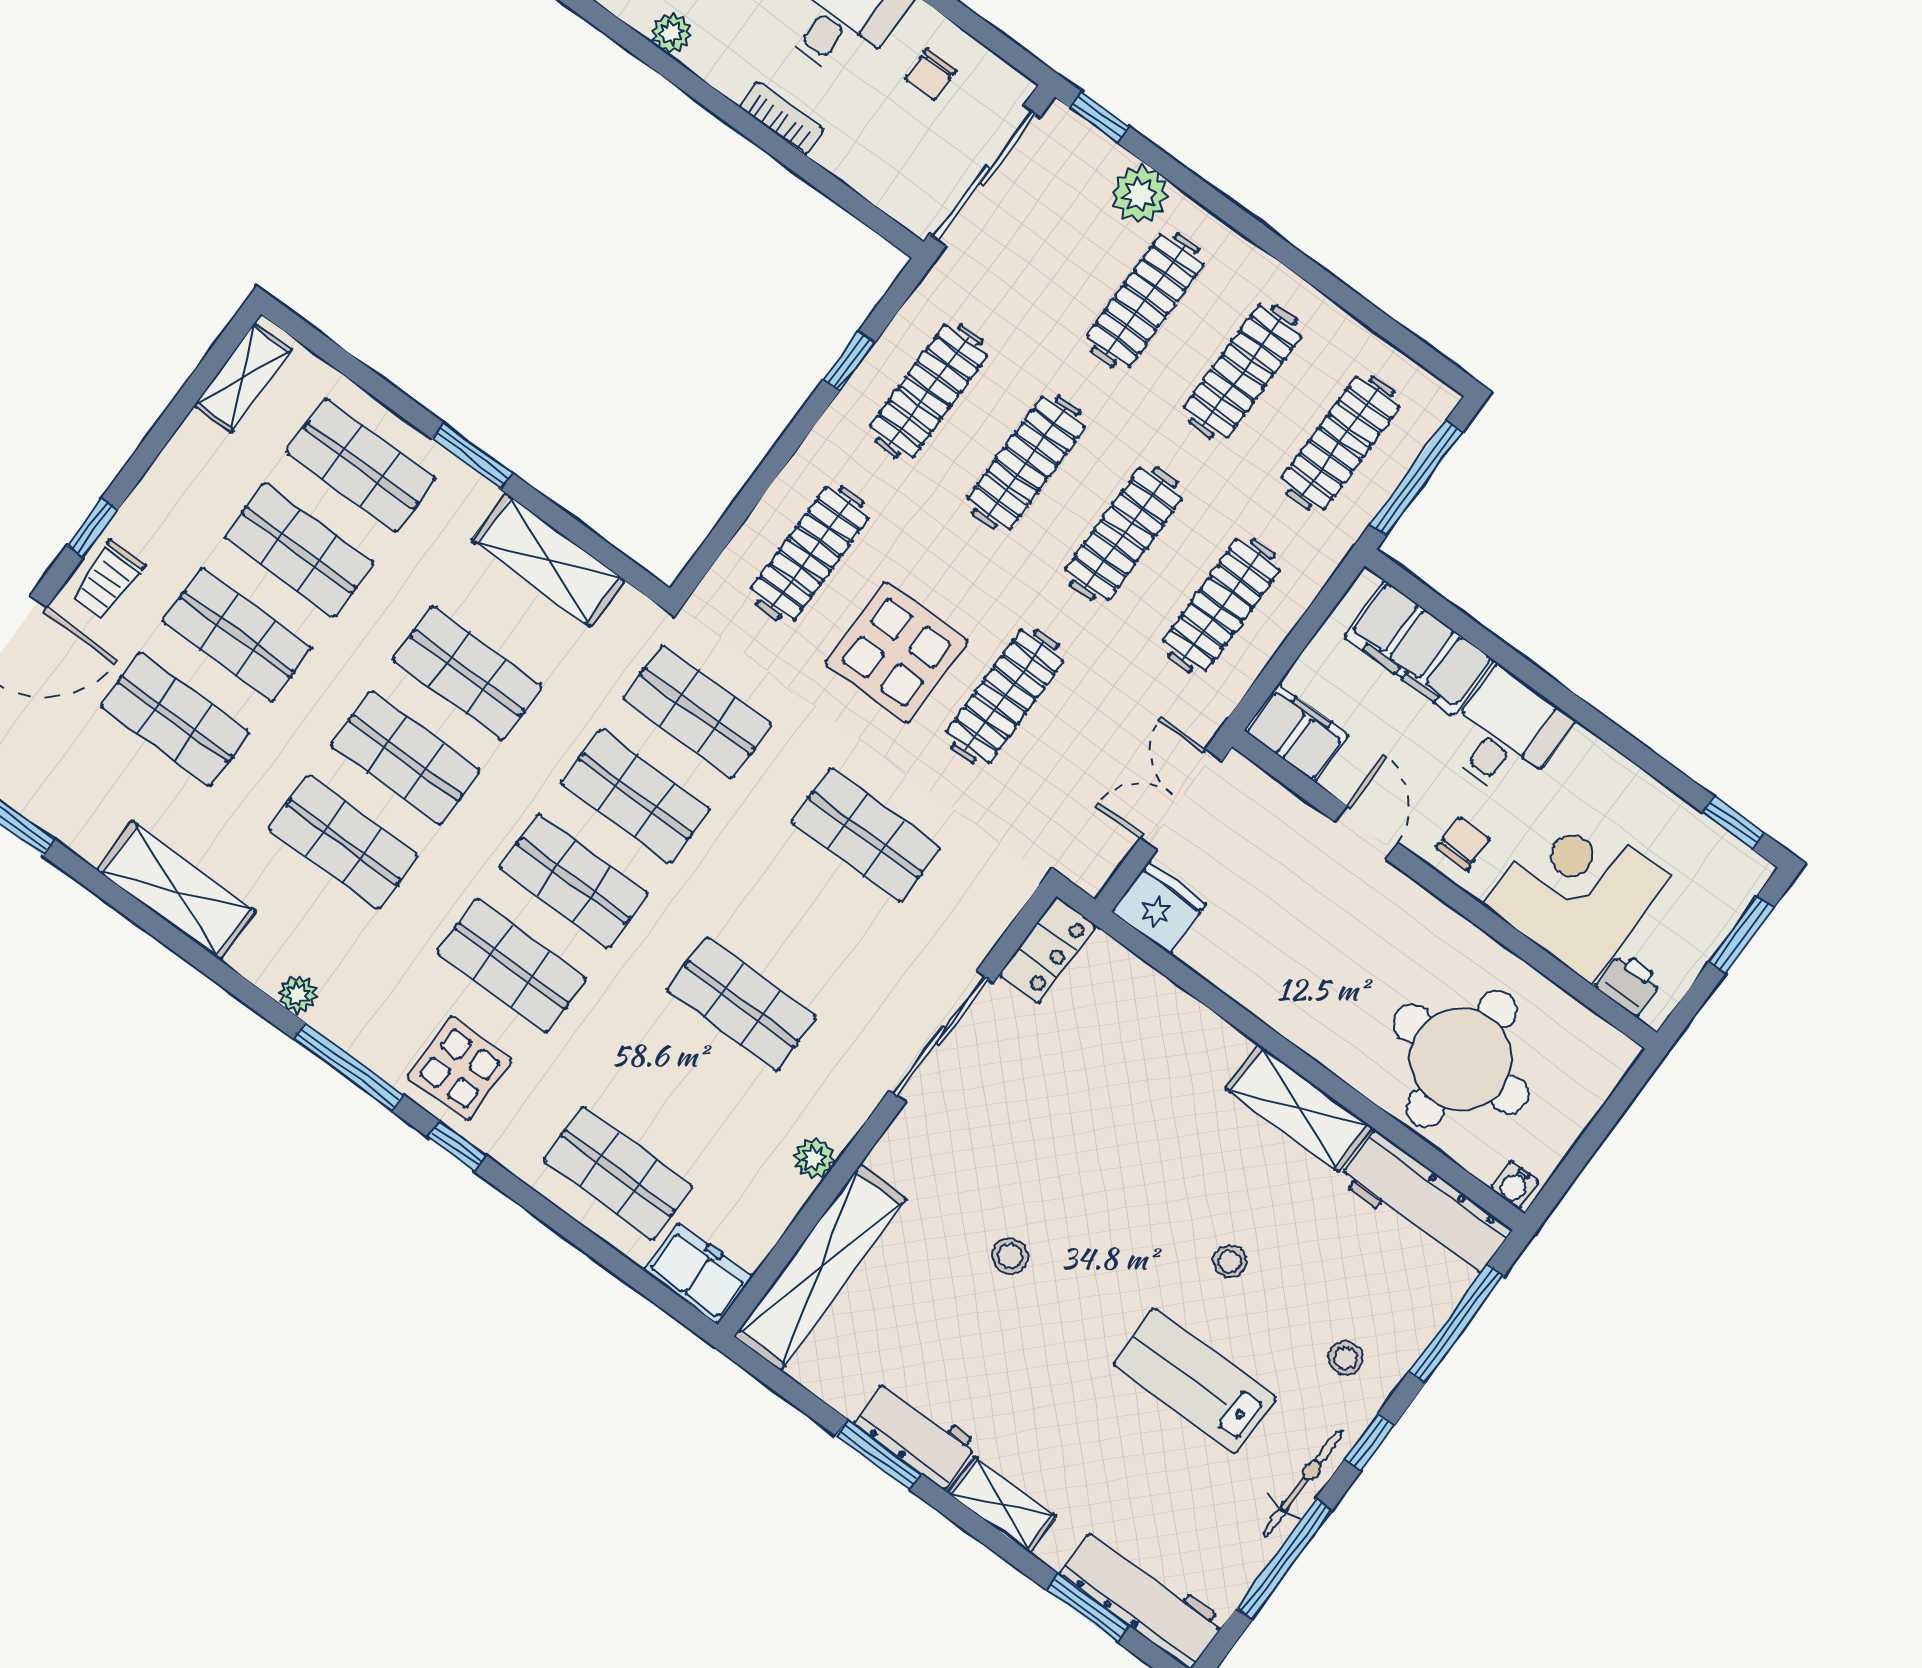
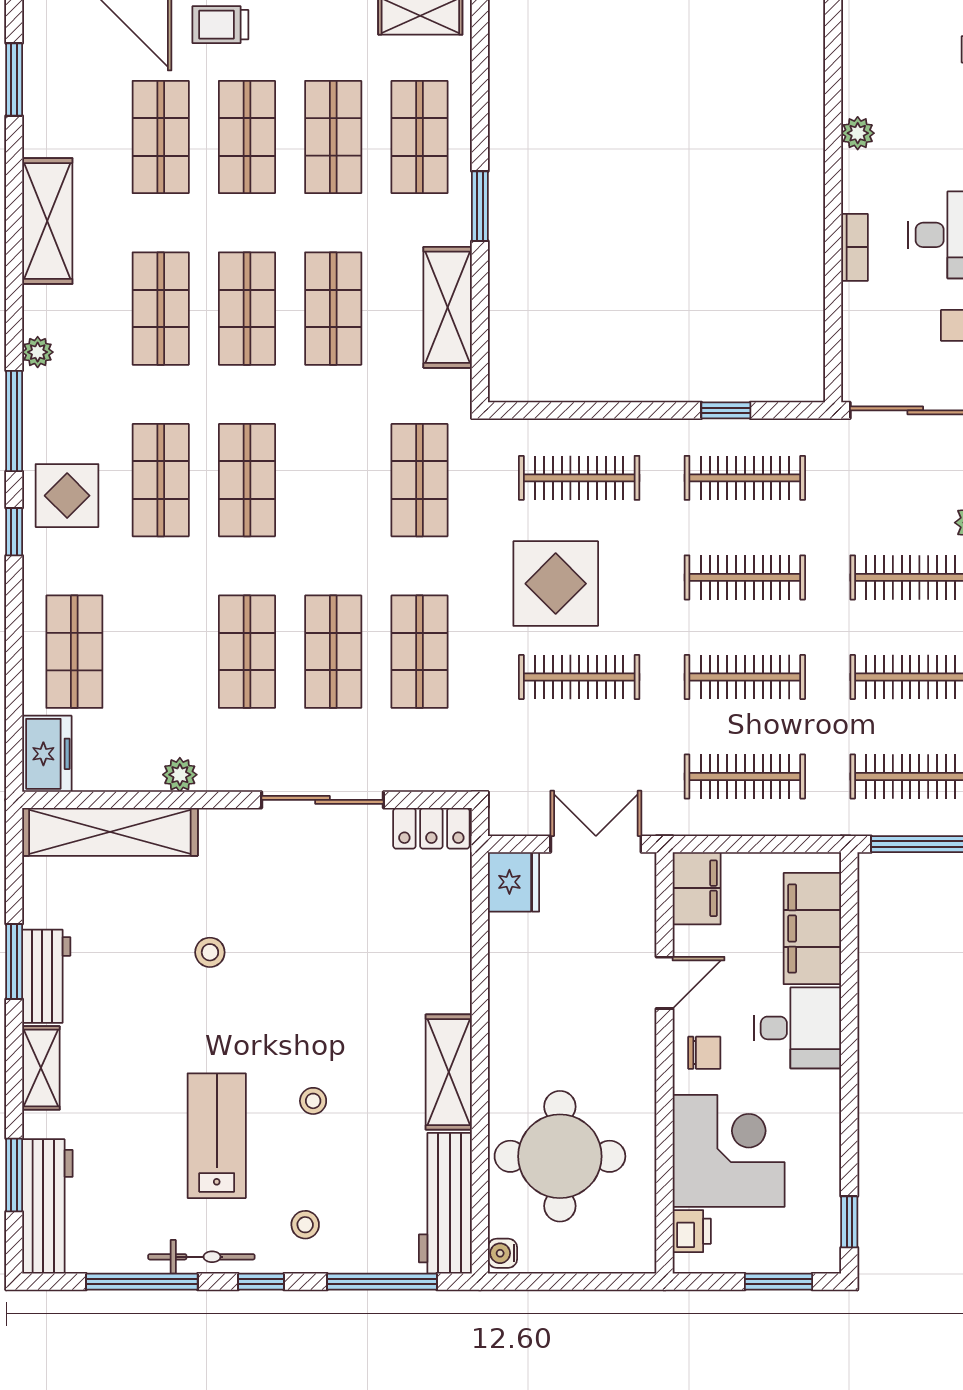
shop shelf: (635, 796) -> (333, 652), moved

